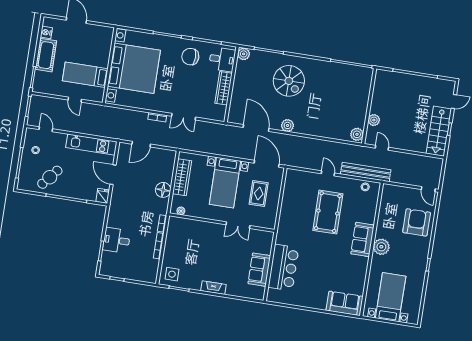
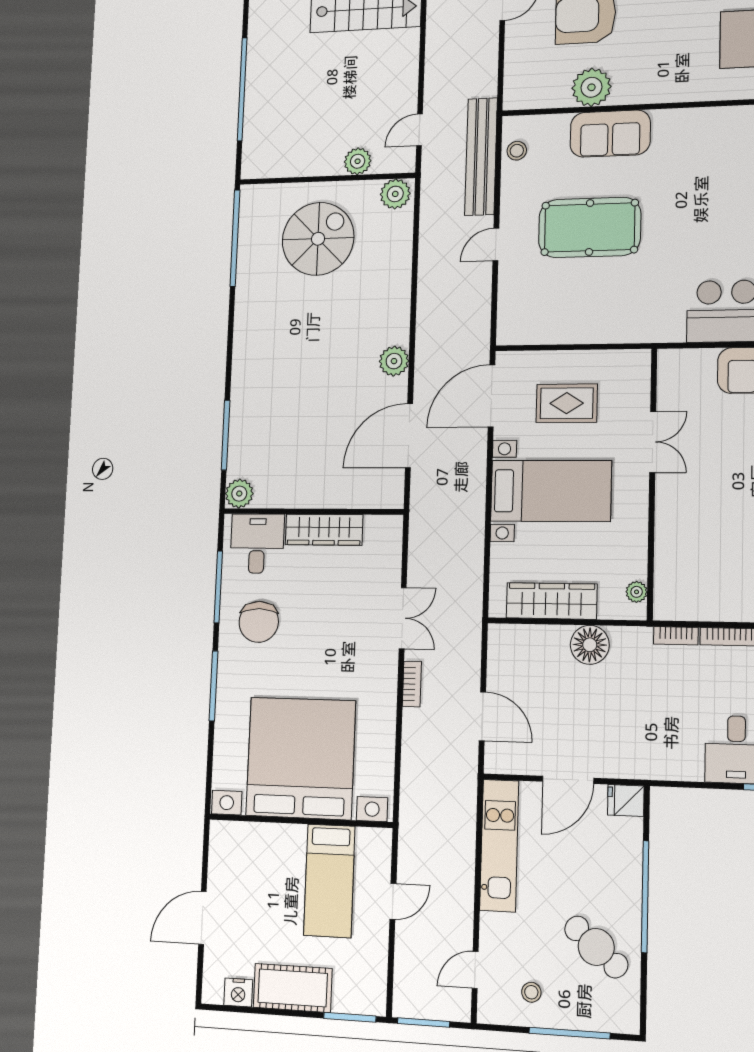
spiral stairs: (289, 81) -> (318, 239), moved
sofa: (363, 239) -> (610, 134), moved
plant: (381, 247) -> (591, 87), moved

